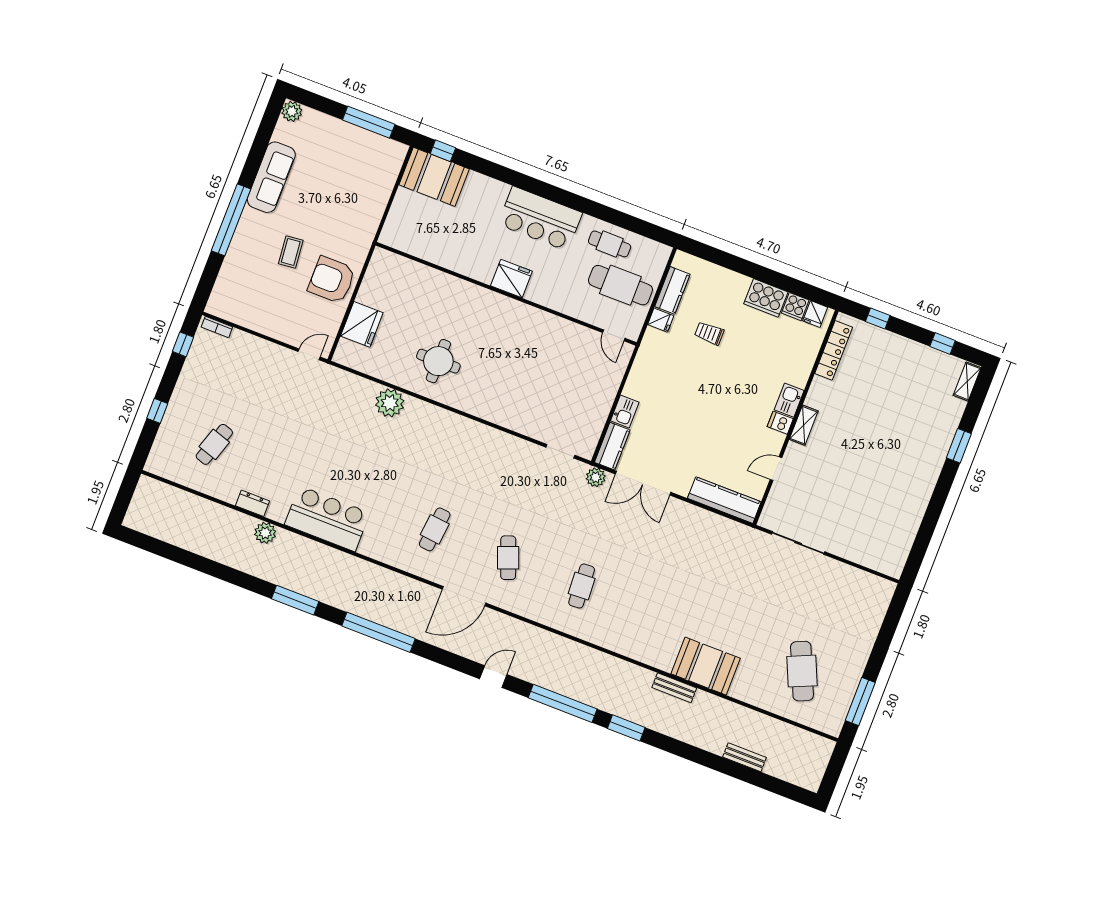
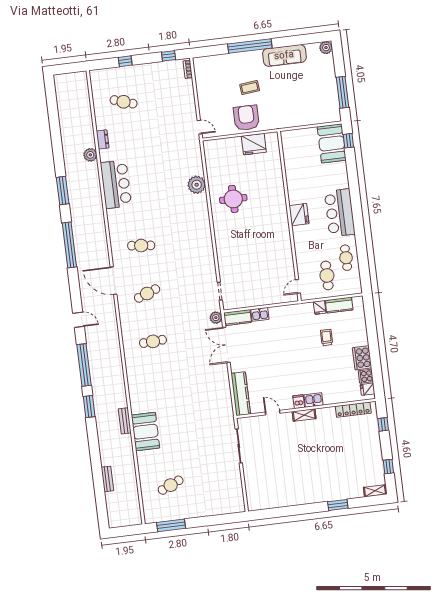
cafe table: (620, 285) -> (327, 275), width x0.73, depth x0.74
fridge: (362, 324) -> (254, 144), moved
cafe table: (802, 671) -> (171, 485), width x0.73, depth x0.74

